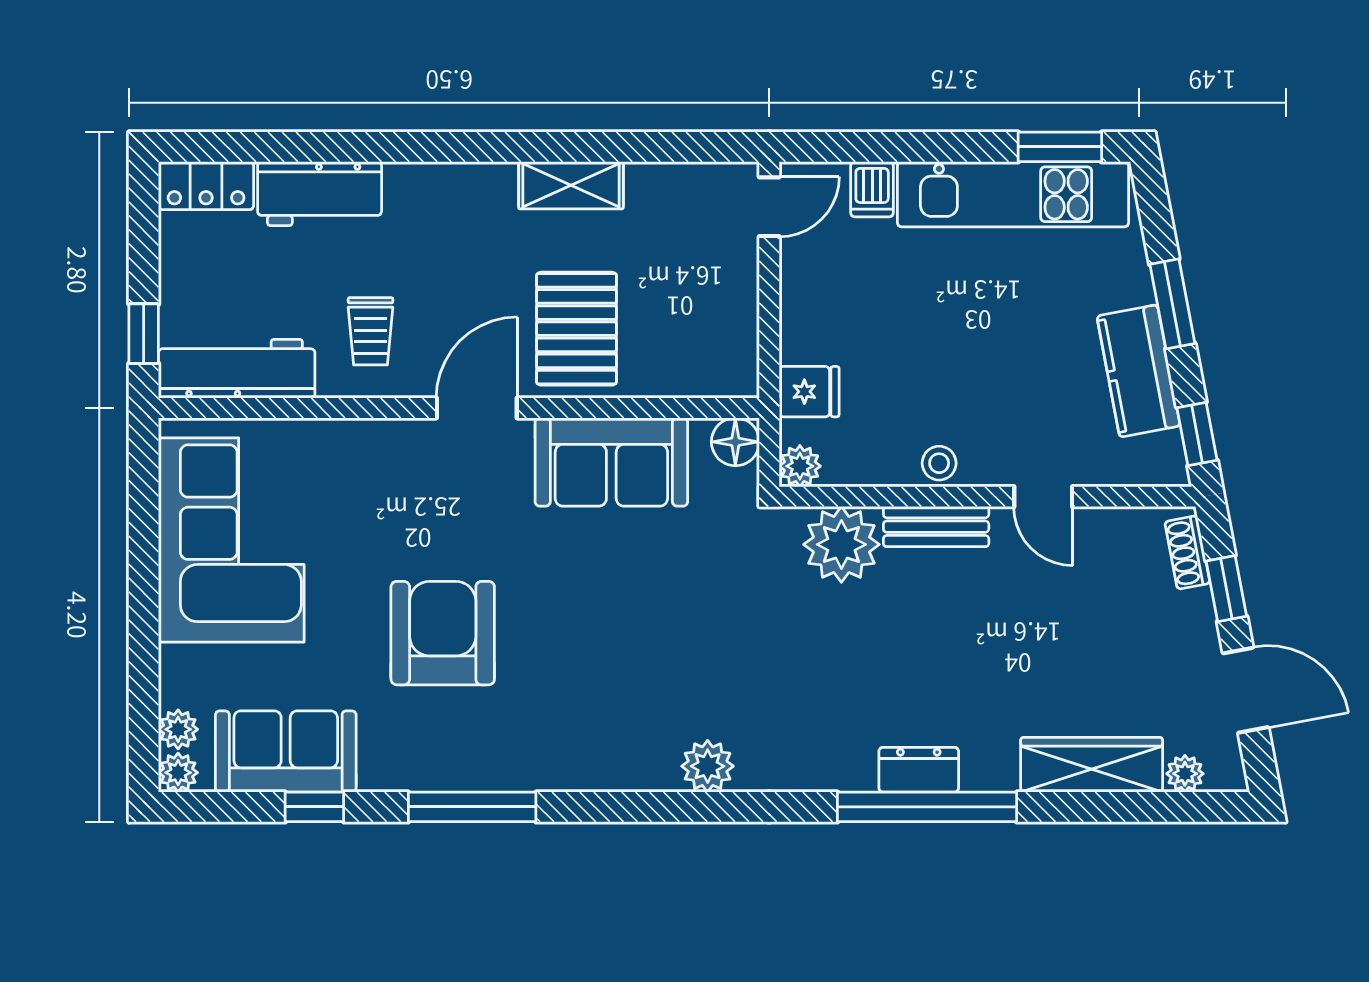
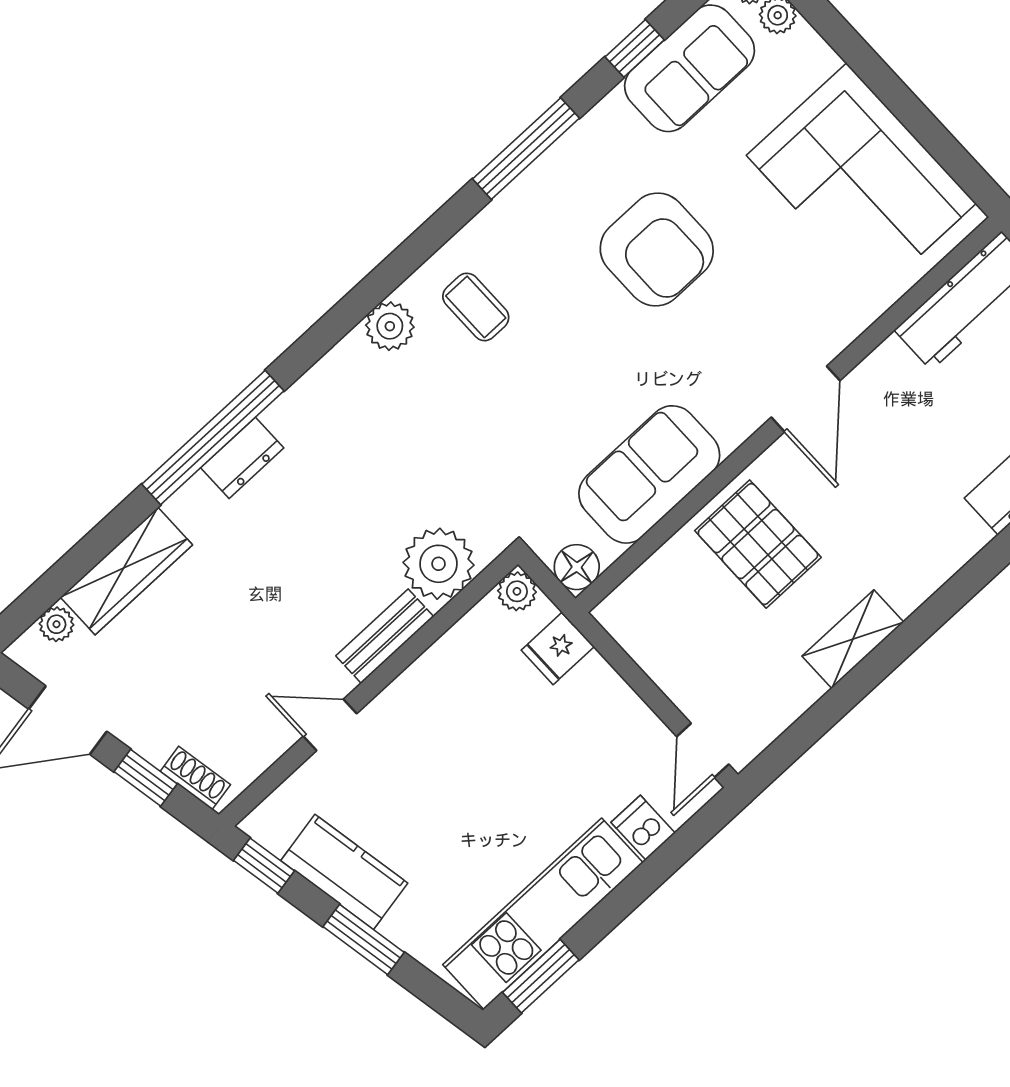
trolley: (371, 331) -> (898, 411), removed
door: (477, 408) -> (806, 399), moved
stool: (939, 463) -> (423, 682), removed
coffee table: (626, 719) -> (476, 307), added

